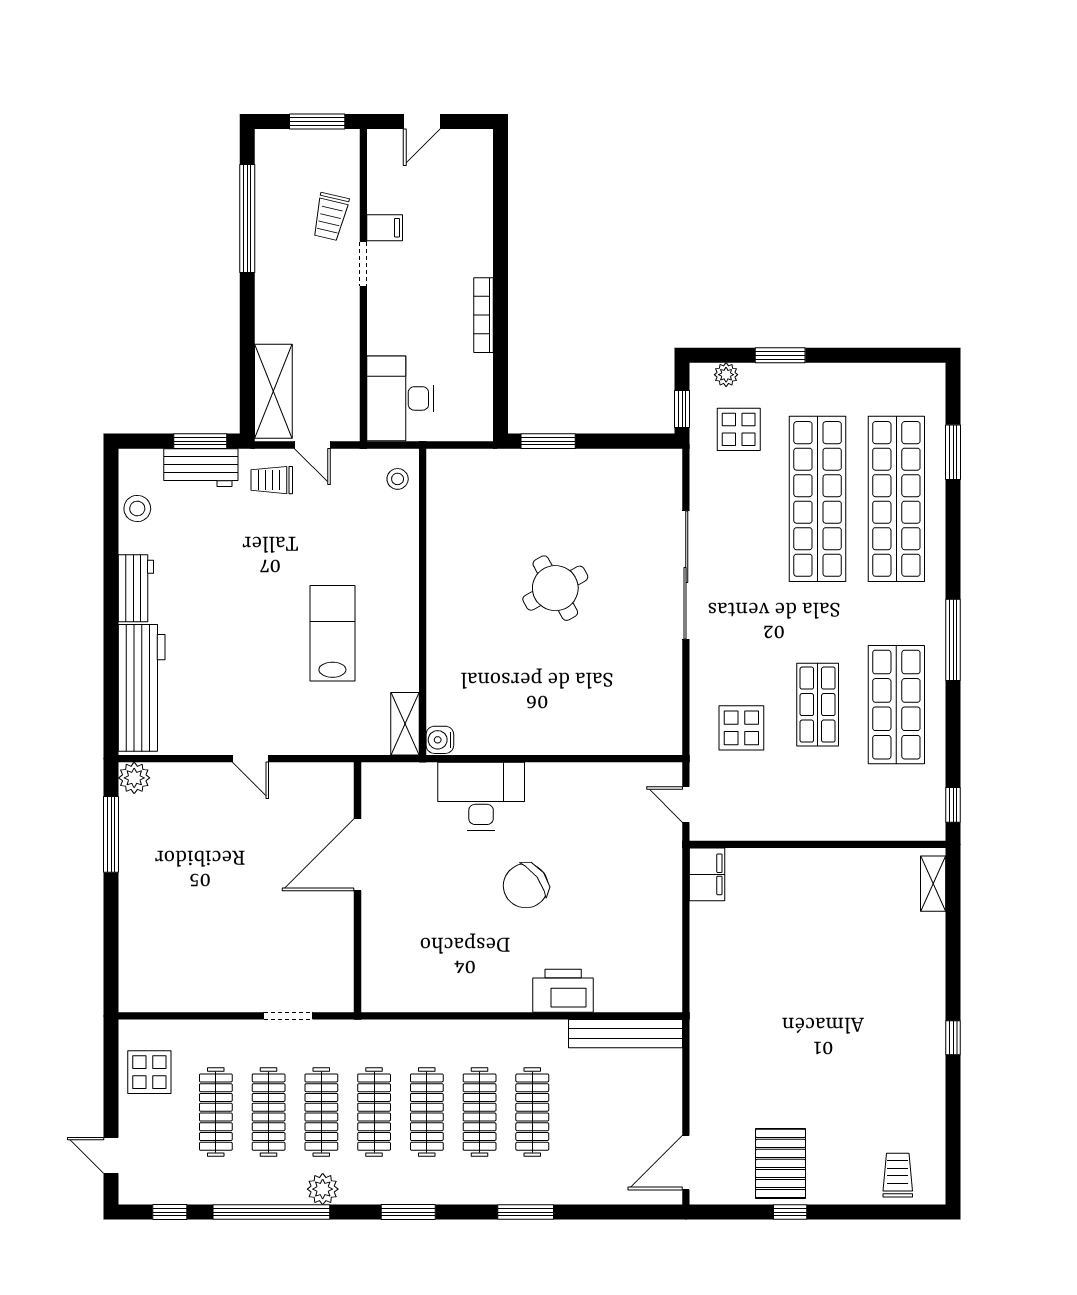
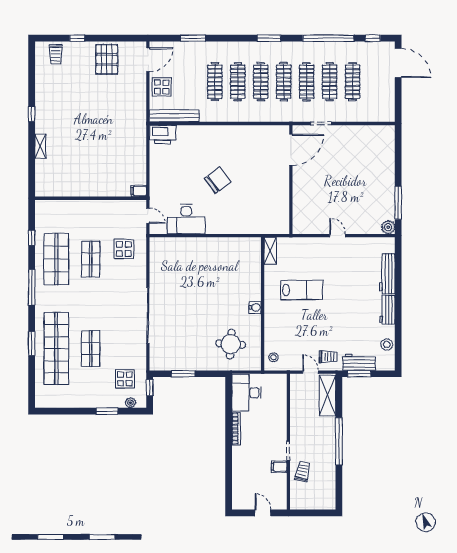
window: (317, 122) -> (308, 513), removed
door: (422, 122) -> (263, 513), hinge flipped
window: (247, 218) -> (339, 441), moved
desk: (400, 398) -> (246, 393), moved, turned 180
window: (548, 441) -> (183, 374), moved
window: (953, 452) -> (32, 343), moved
shop shelf: (818, 499) -> (91, 349), width x0.50, depth x0.74
round table: (555, 588) -> (231, 344), moved, turned 33
lab bench: (332, 633) -> (302, 290), turned -90
workbench: (142, 688) -> (387, 274), width x0.73, depth x0.76
water cooler: (440, 740) -> (255, 307), moved
desk: (481, 796) -> (186, 219), moved
window: (953, 805) -> (32, 238), moved
door: (358, 855) -> (291, 150), moved
filing cabinet: (707, 874) -> (139, 191), width x0.50
shelving: (933, 884) -> (40, 146), moved
printer: (563, 991) -> (163, 135), moved
display table: (149, 1072) -> (162, 87), moved
door: (111, 1155) -> (398, 63), width x1.88
plant: (323, 1189) -> (306, 48), removed
window: (526, 1212) -> (193, 38), moved
window: (790, 1212) -> (77, 38), moved

